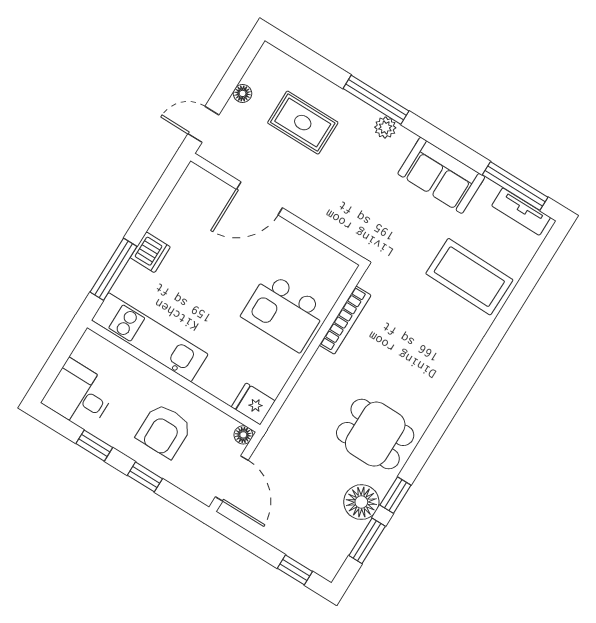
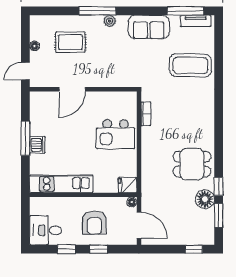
window: (114, 269) -> (25, 138), moved
bookcase: (345, 320) -> (146, 114), width x0.64

